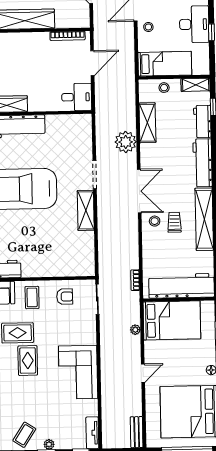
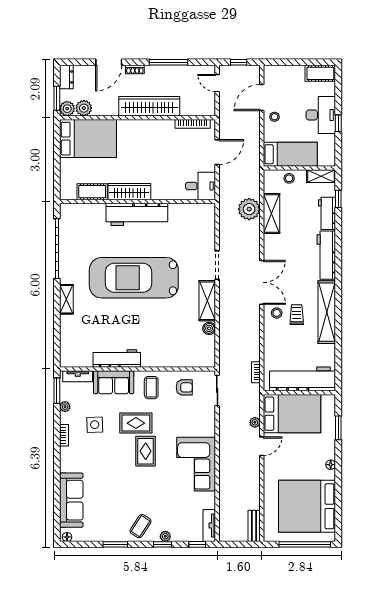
plant: (126, 142) -> (249, 209), moved
boiler: (88, 238) -> (209, 328), added
door: (143, 373) -> (262, 446), moved

